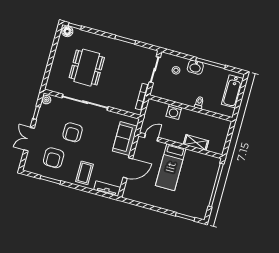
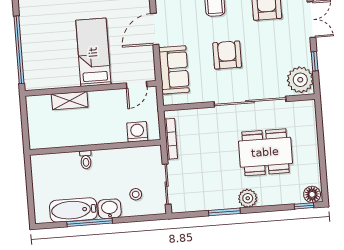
plant: (108, 43) -> (248, 198), added
dining table: (87, 68) -> (265, 152), turned 90
bathtub: (232, 91) -> (73, 210), moved, turned -90
plant: (46, 100) -> (300, 80), width x1.88, depth x1.88
washing machine: (174, 112) -> (137, 132), moved
armchair: (73, 132) -> (227, 55), moved

